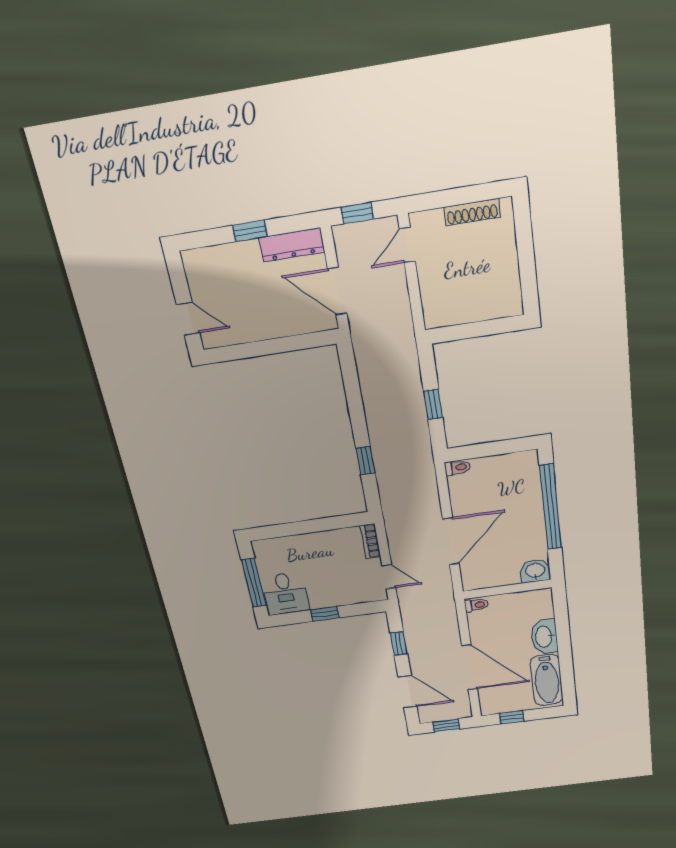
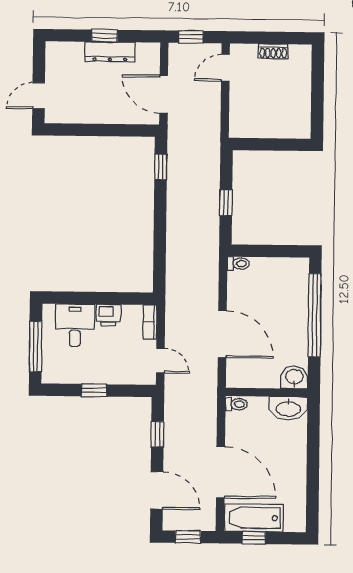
shoe rack: (472, 212) -> (273, 51), width x0.70
dresser: (292, 245) -> (110, 52), moved
door: (188, 319) -> (39, 96), swing flipped
window: (365, 460) -> (161, 167), moved
door: (451, 541) -> (222, 334), hinge flipped
printer: (324, 542) -> (108, 315), added
desk: (285, 594) -> (75, 325), moved, turned 180
washbasin: (544, 637) -> (288, 408), moved, turned -90
bathtub: (547, 680) -> (254, 518), moved, turned 90

